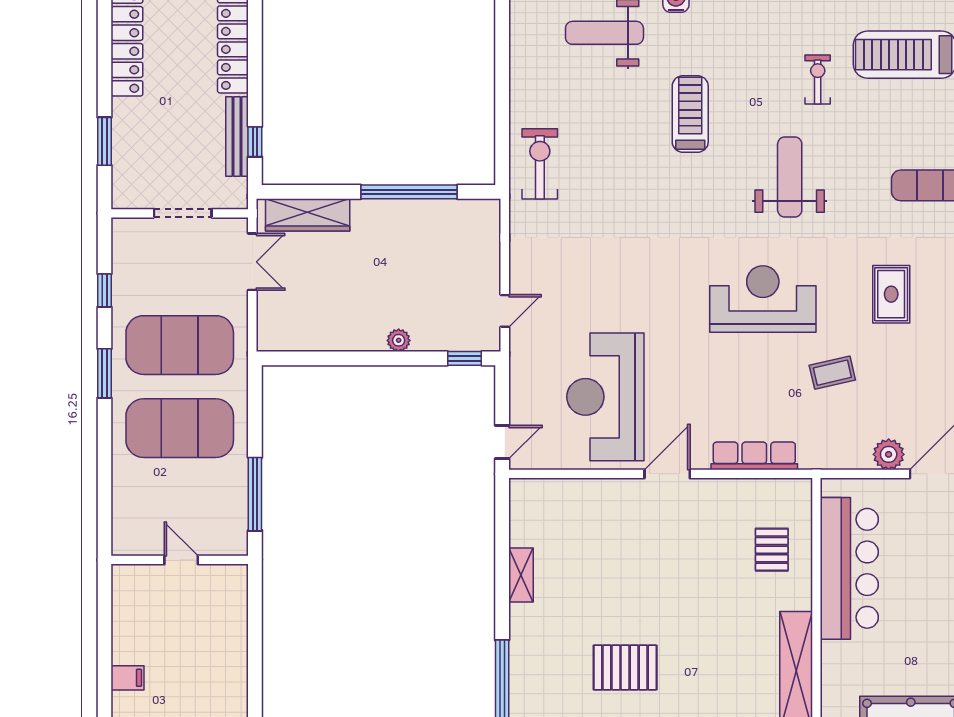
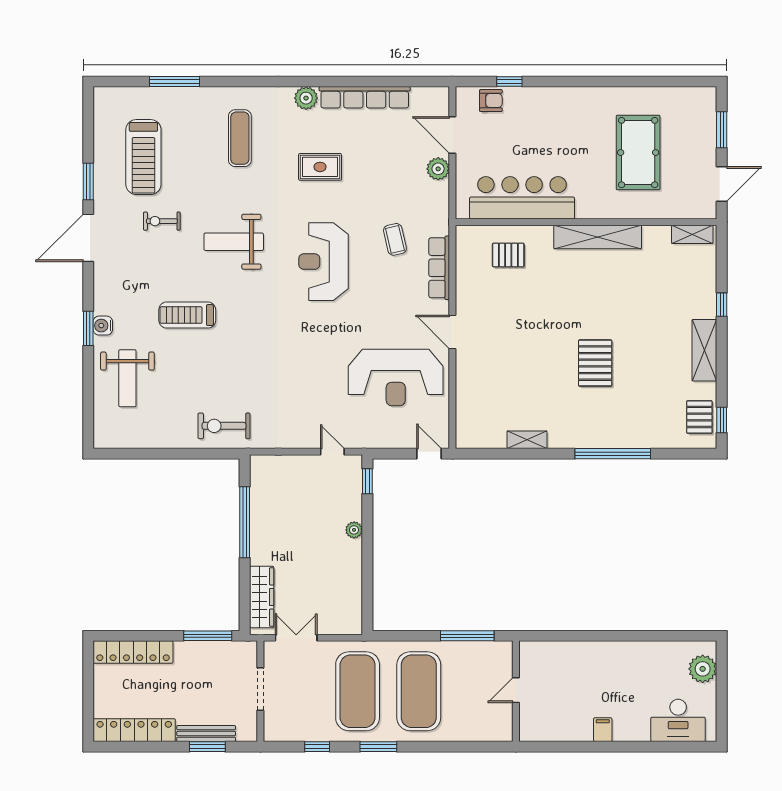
bench: (237, 136) -> (206, 733), moved
window: (255, 142) -> (208, 636), width x2.17
coffee table: (832, 373) -> (395, 239), moved

